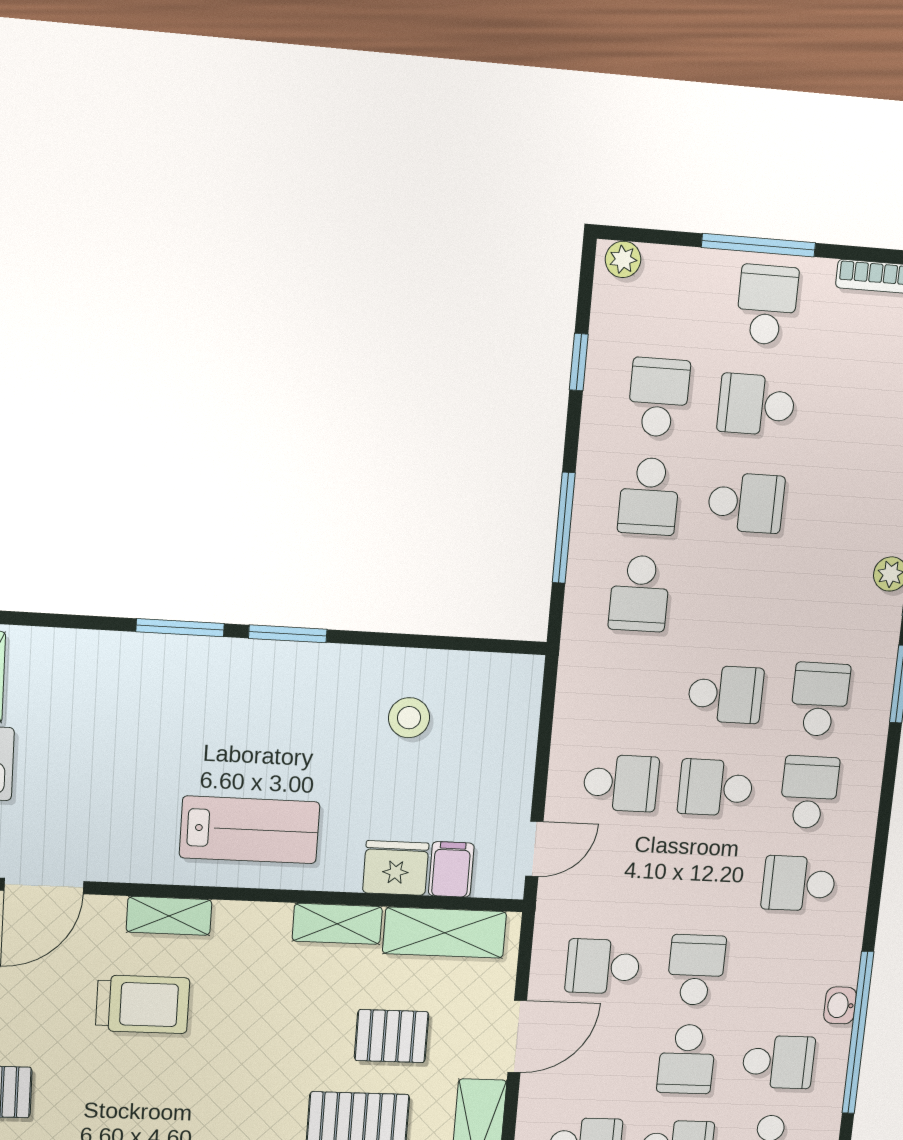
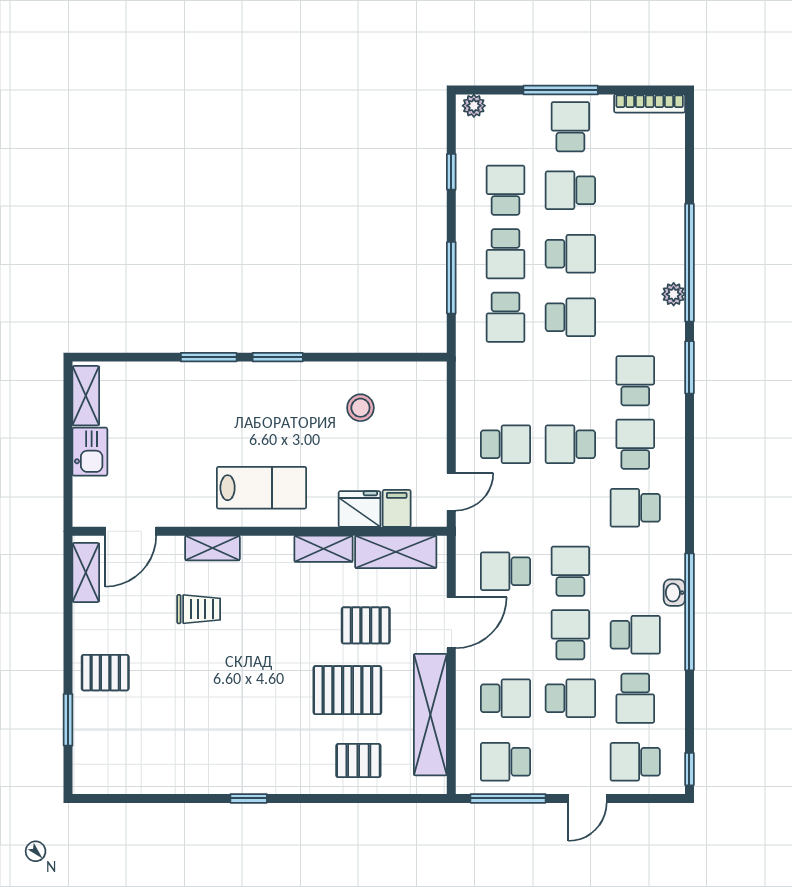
school desk: (725, 694) -> (570, 317), moved
trolley: (143, 1004) -> (199, 609), width x0.73, depth x0.72
school desk: (687, 1059) -> (570, 635), turned 180

